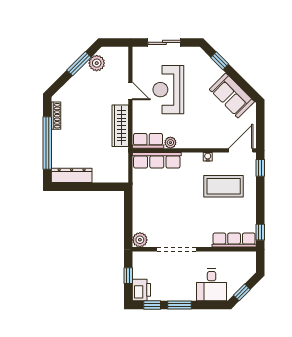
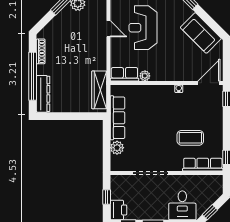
wardrobe: (120, 126) -> (99, 90), moved
row of seats: (157, 160) -> (117, 118), moved, turned -90
dresser: (72, 175) -> (43, 94), moved, turned 90
coffee table: (224, 186) -> (190, 138), moved, width x0.73, depth x0.76
plant: (140, 240) -> (117, 148), moved

